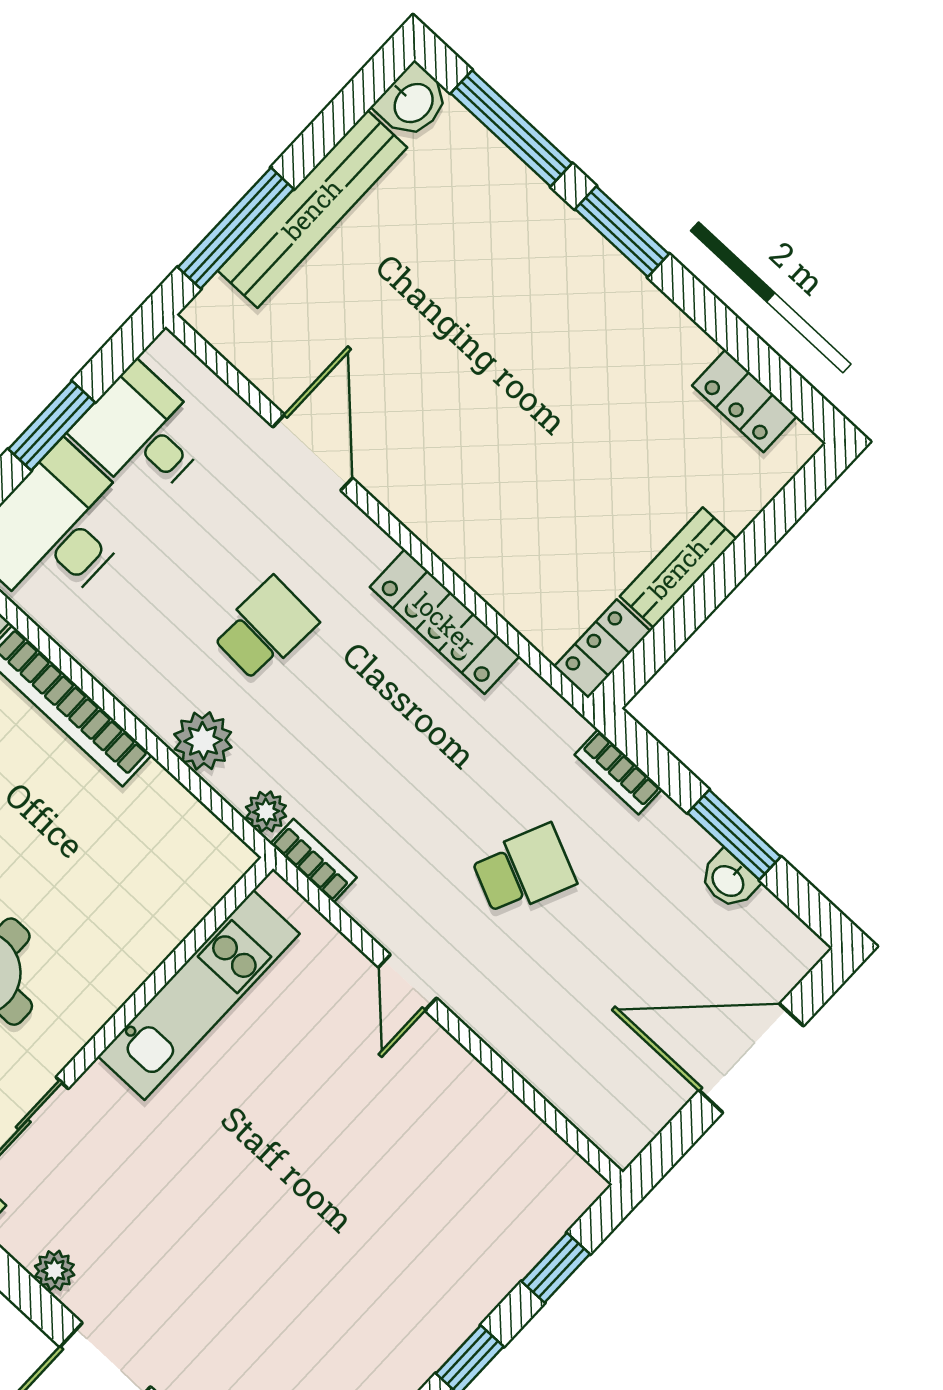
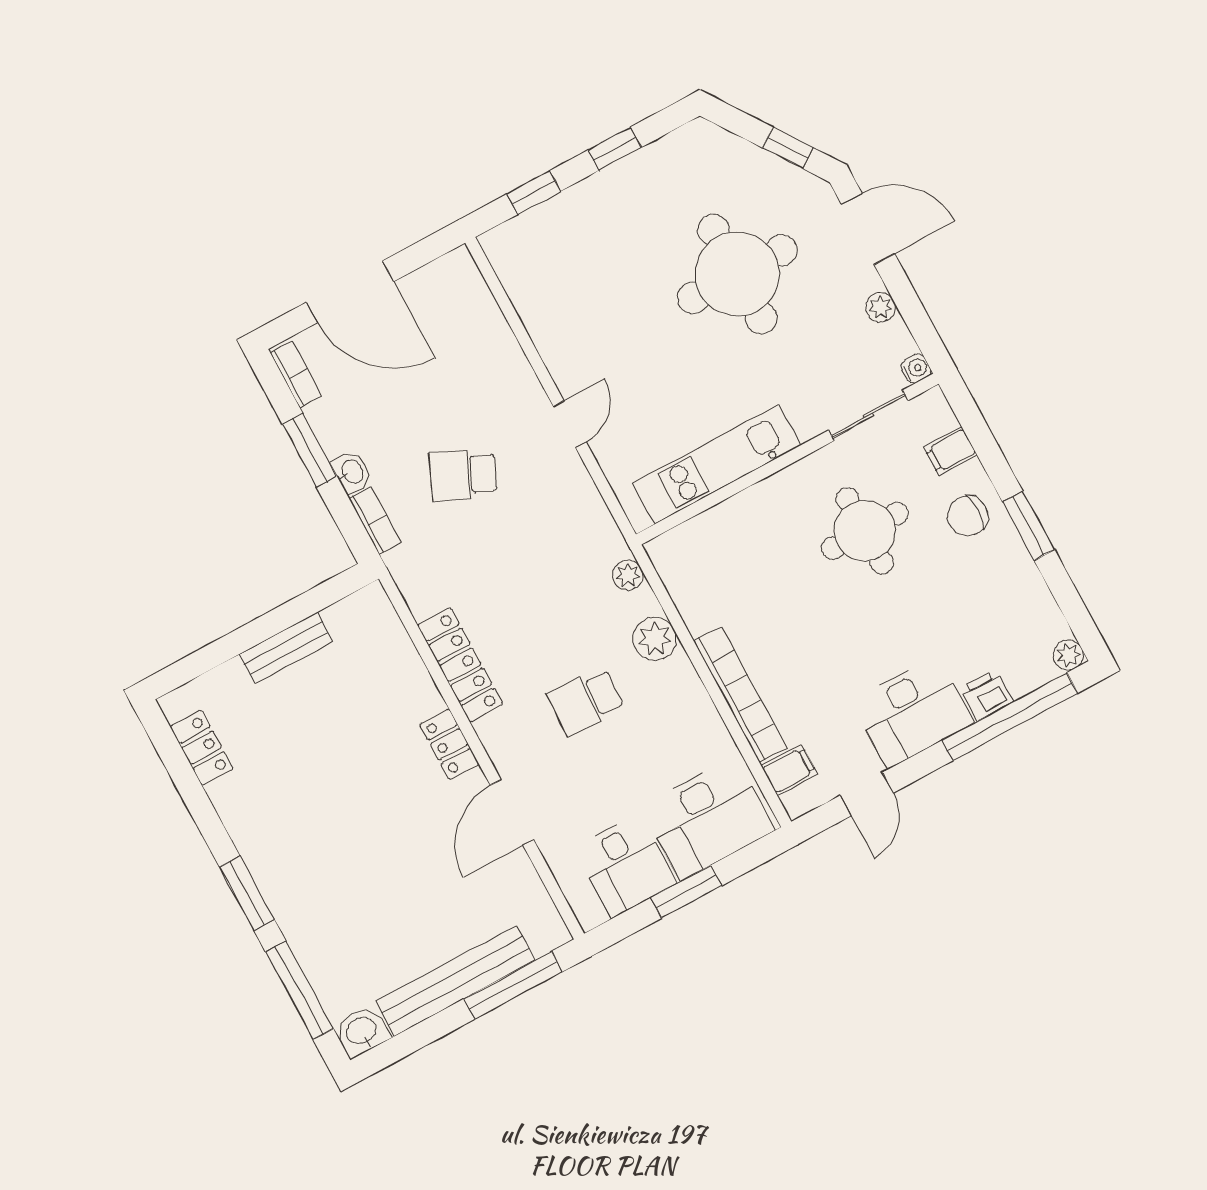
locker: (602, 649) -> (449, 744), moved, turned 90
bookcase: (314, 861) -> (296, 374), moved, turned 180
washbasin: (729, 880) -> (352, 472), moved
round table: (255, 1251) -> (737, 274), added

